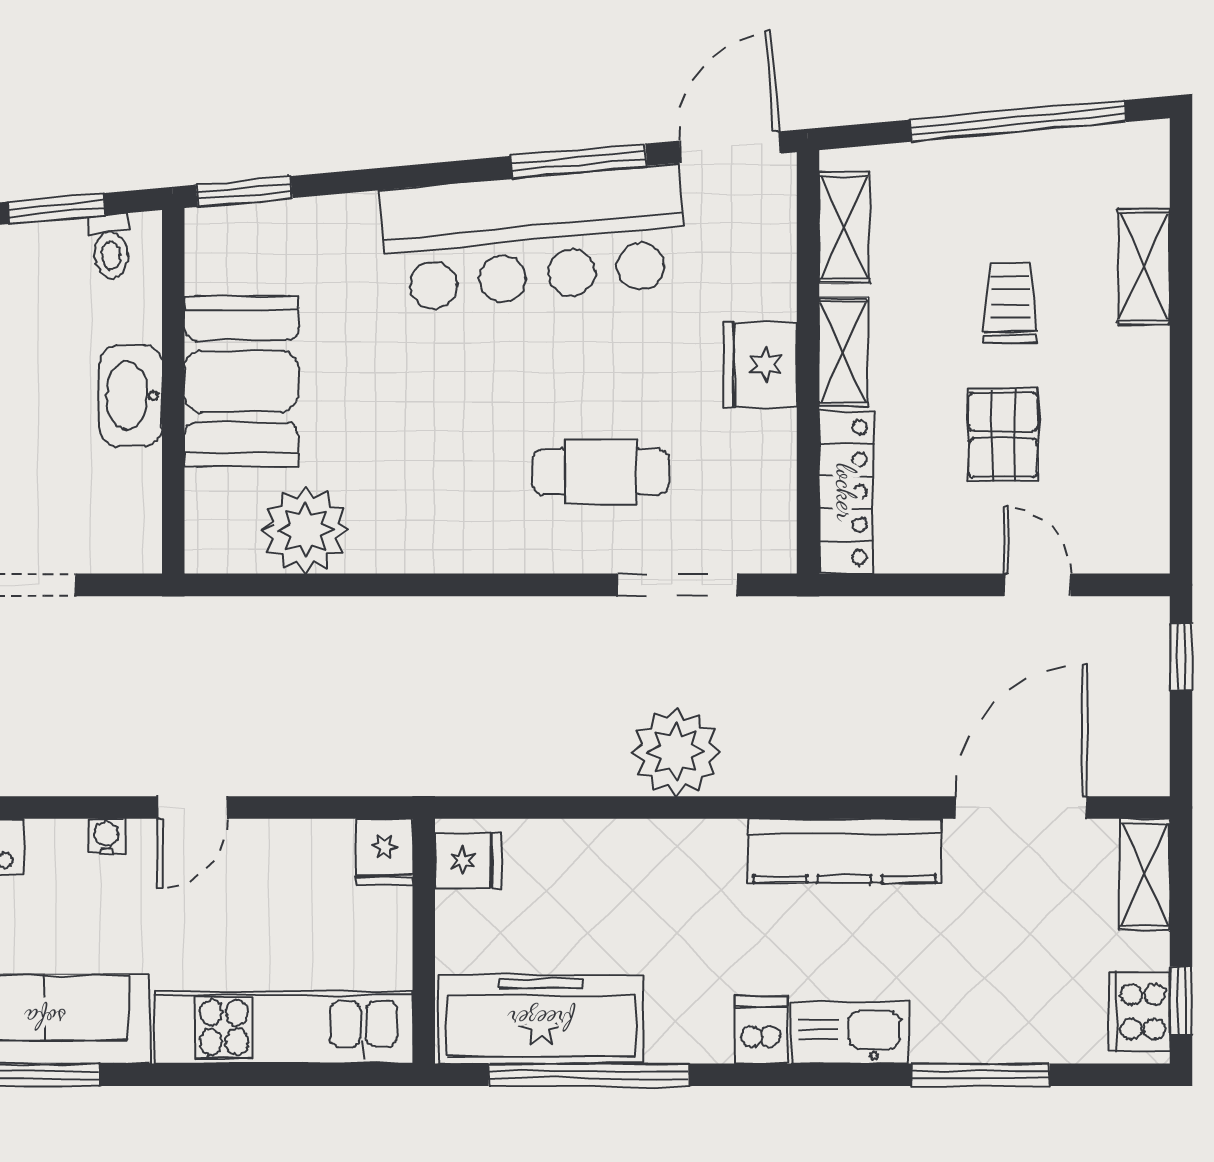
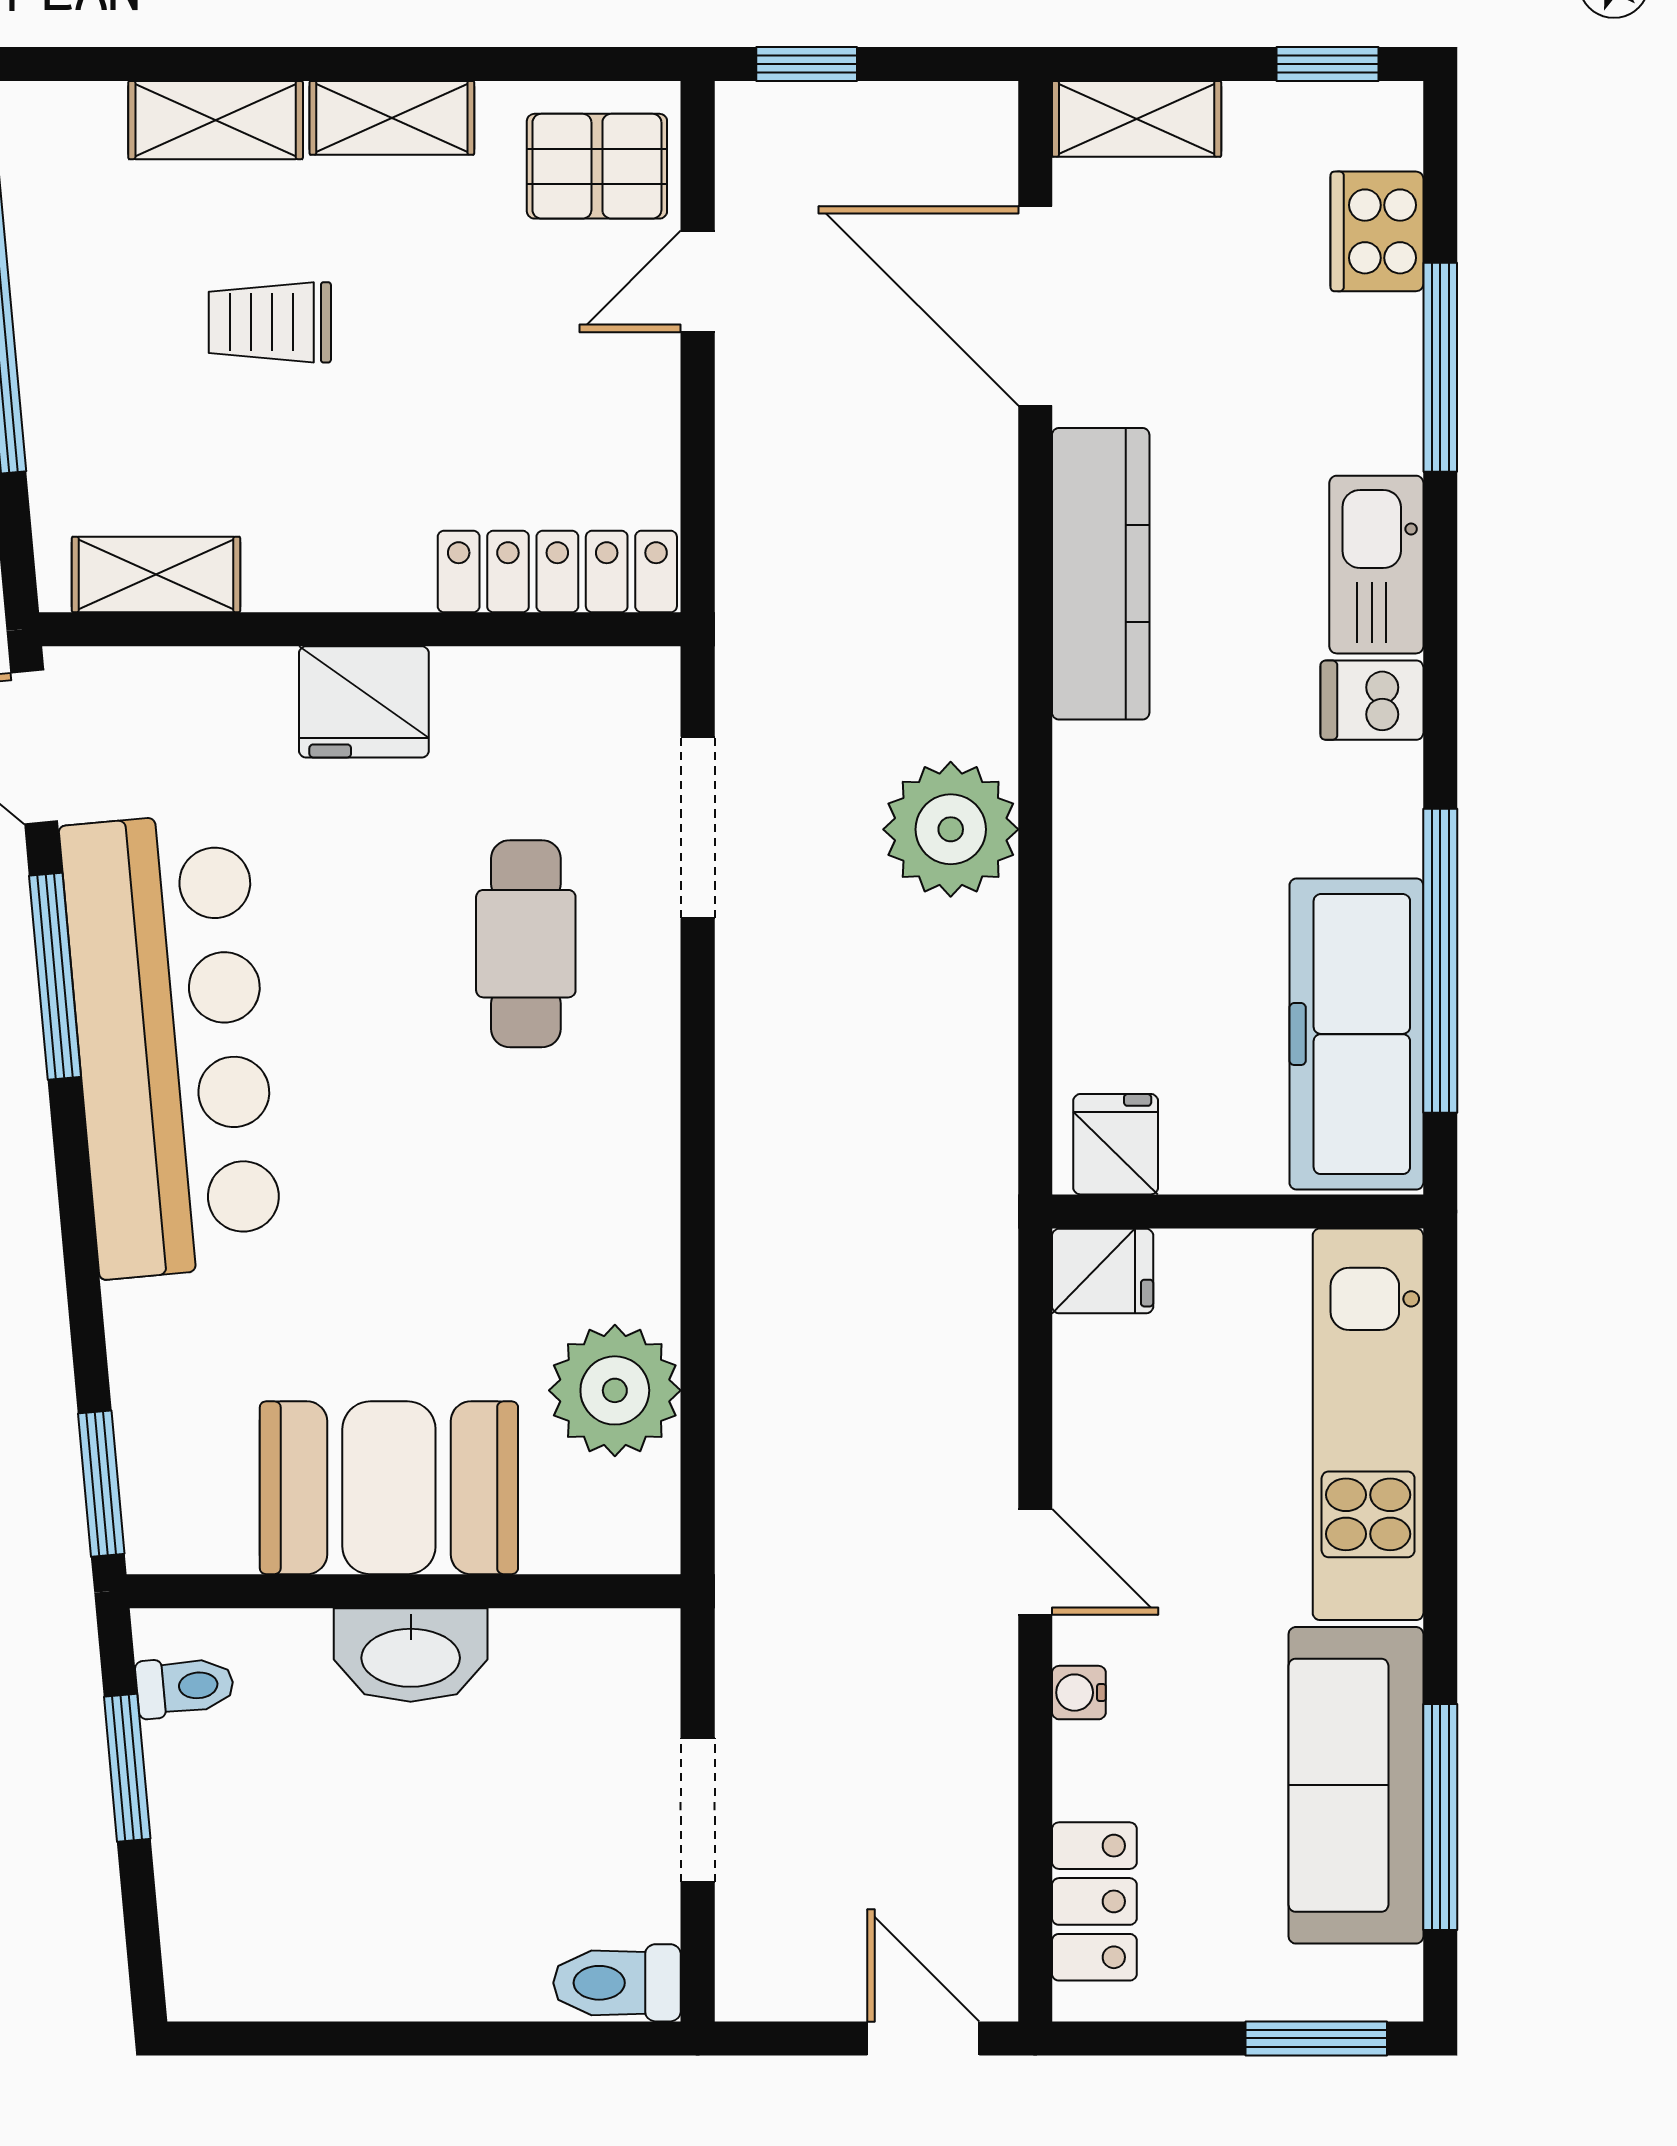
shelving: (843, 352) -> (392, 118), moved
pallet: (1003, 435) -> (597, 166), moved
cooker: (1139, 1012) -> (1377, 231), moved, turned 90

